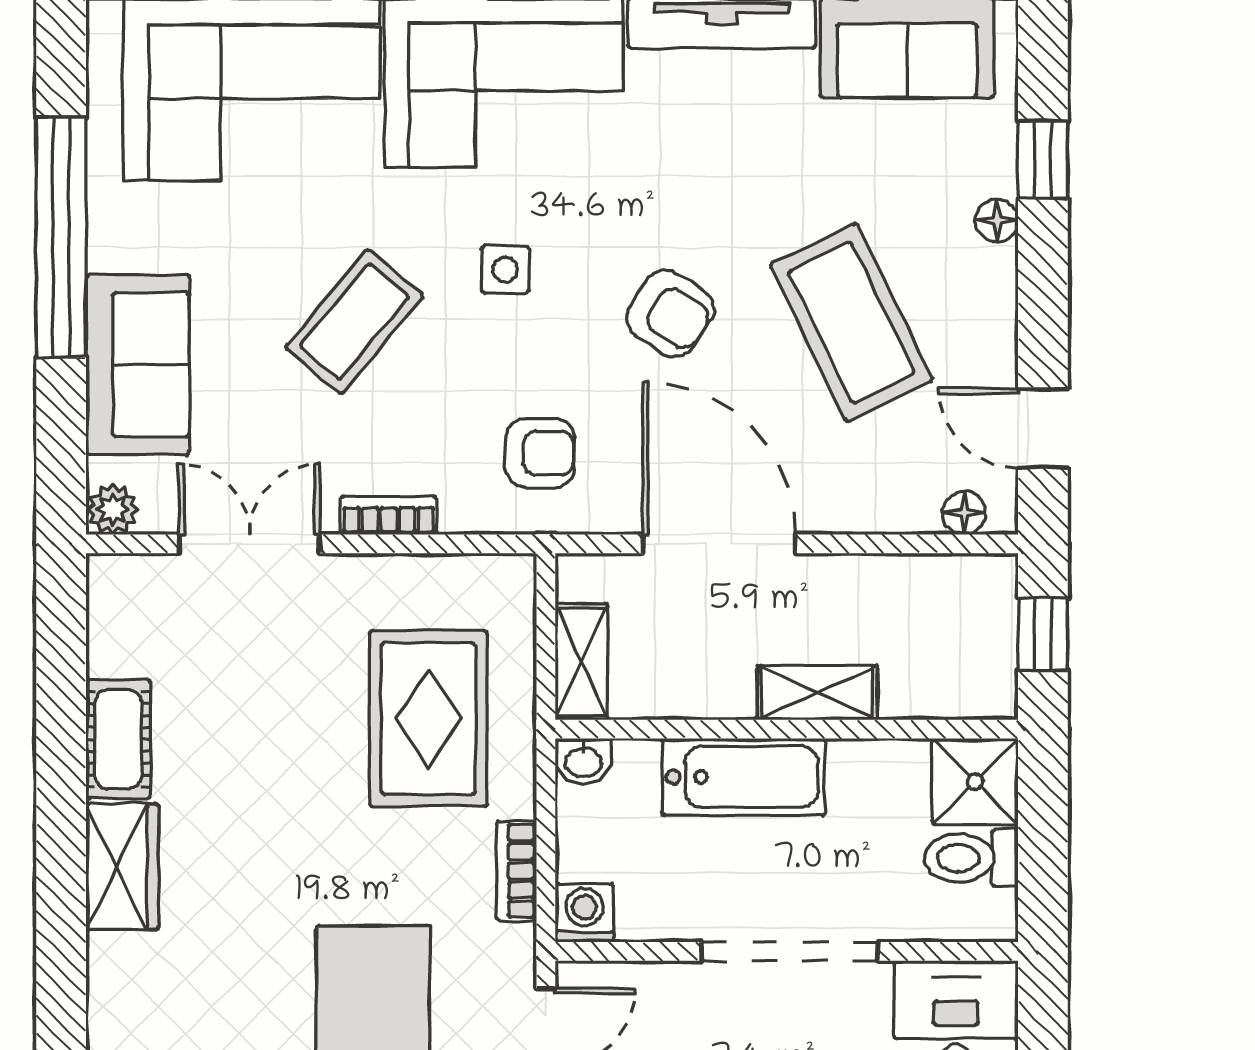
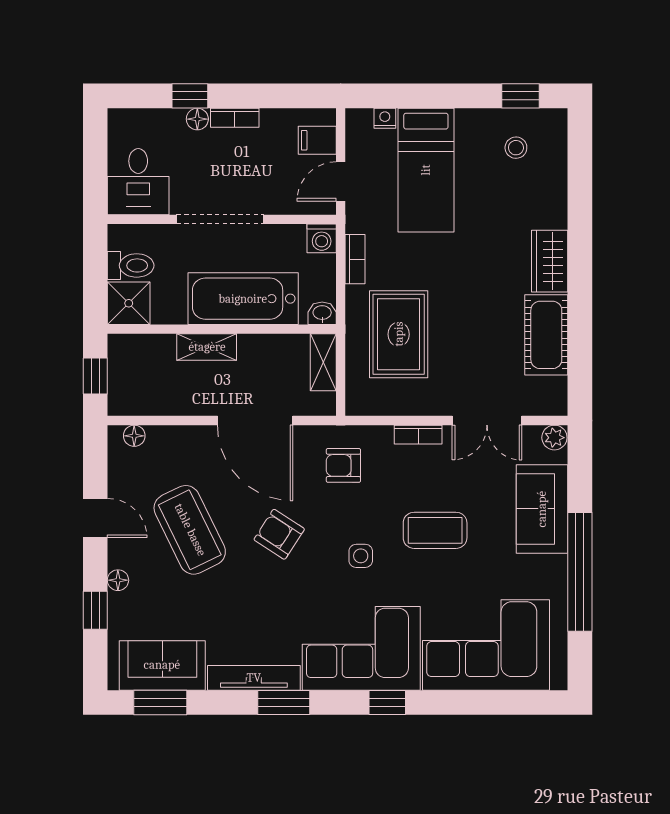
coffee table: (354, 321) -> (435, 530), turned 50
door: (1043, 428) -> (95, 518), moved
cot: (118, 739) -> (546, 335), width x1.37, depth x1.34
bathtub: (743, 777) -> (243, 299), width x1.36, depth x1.36

